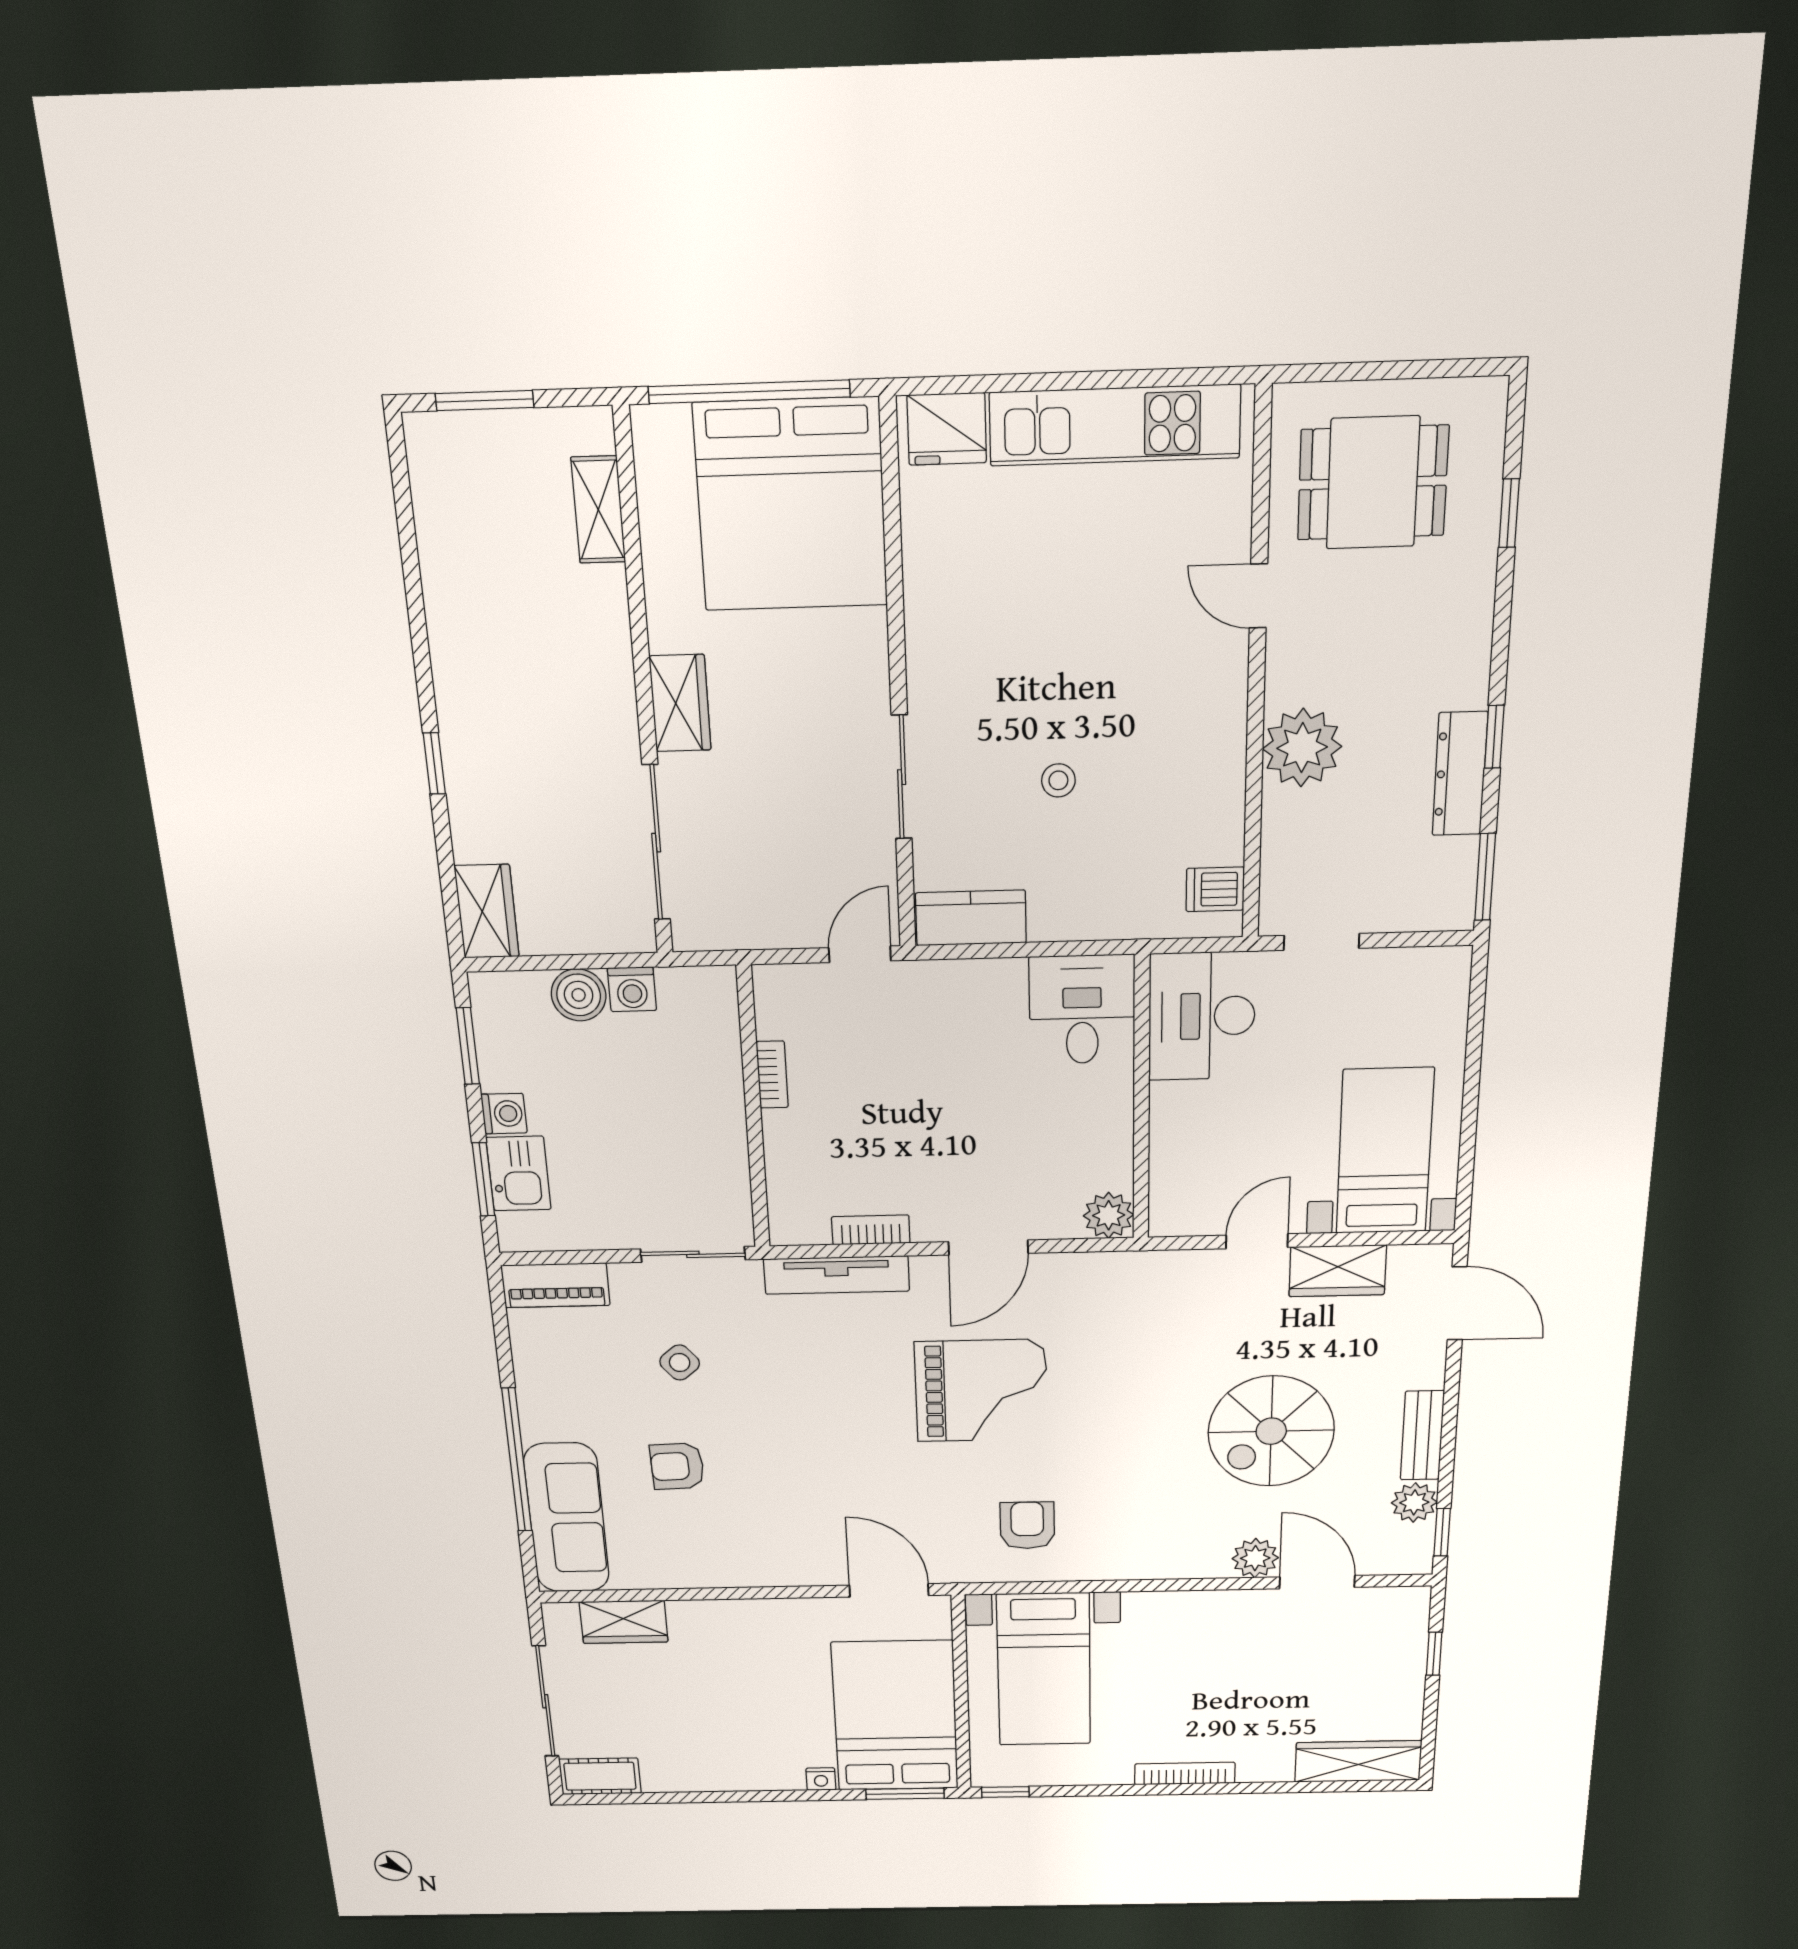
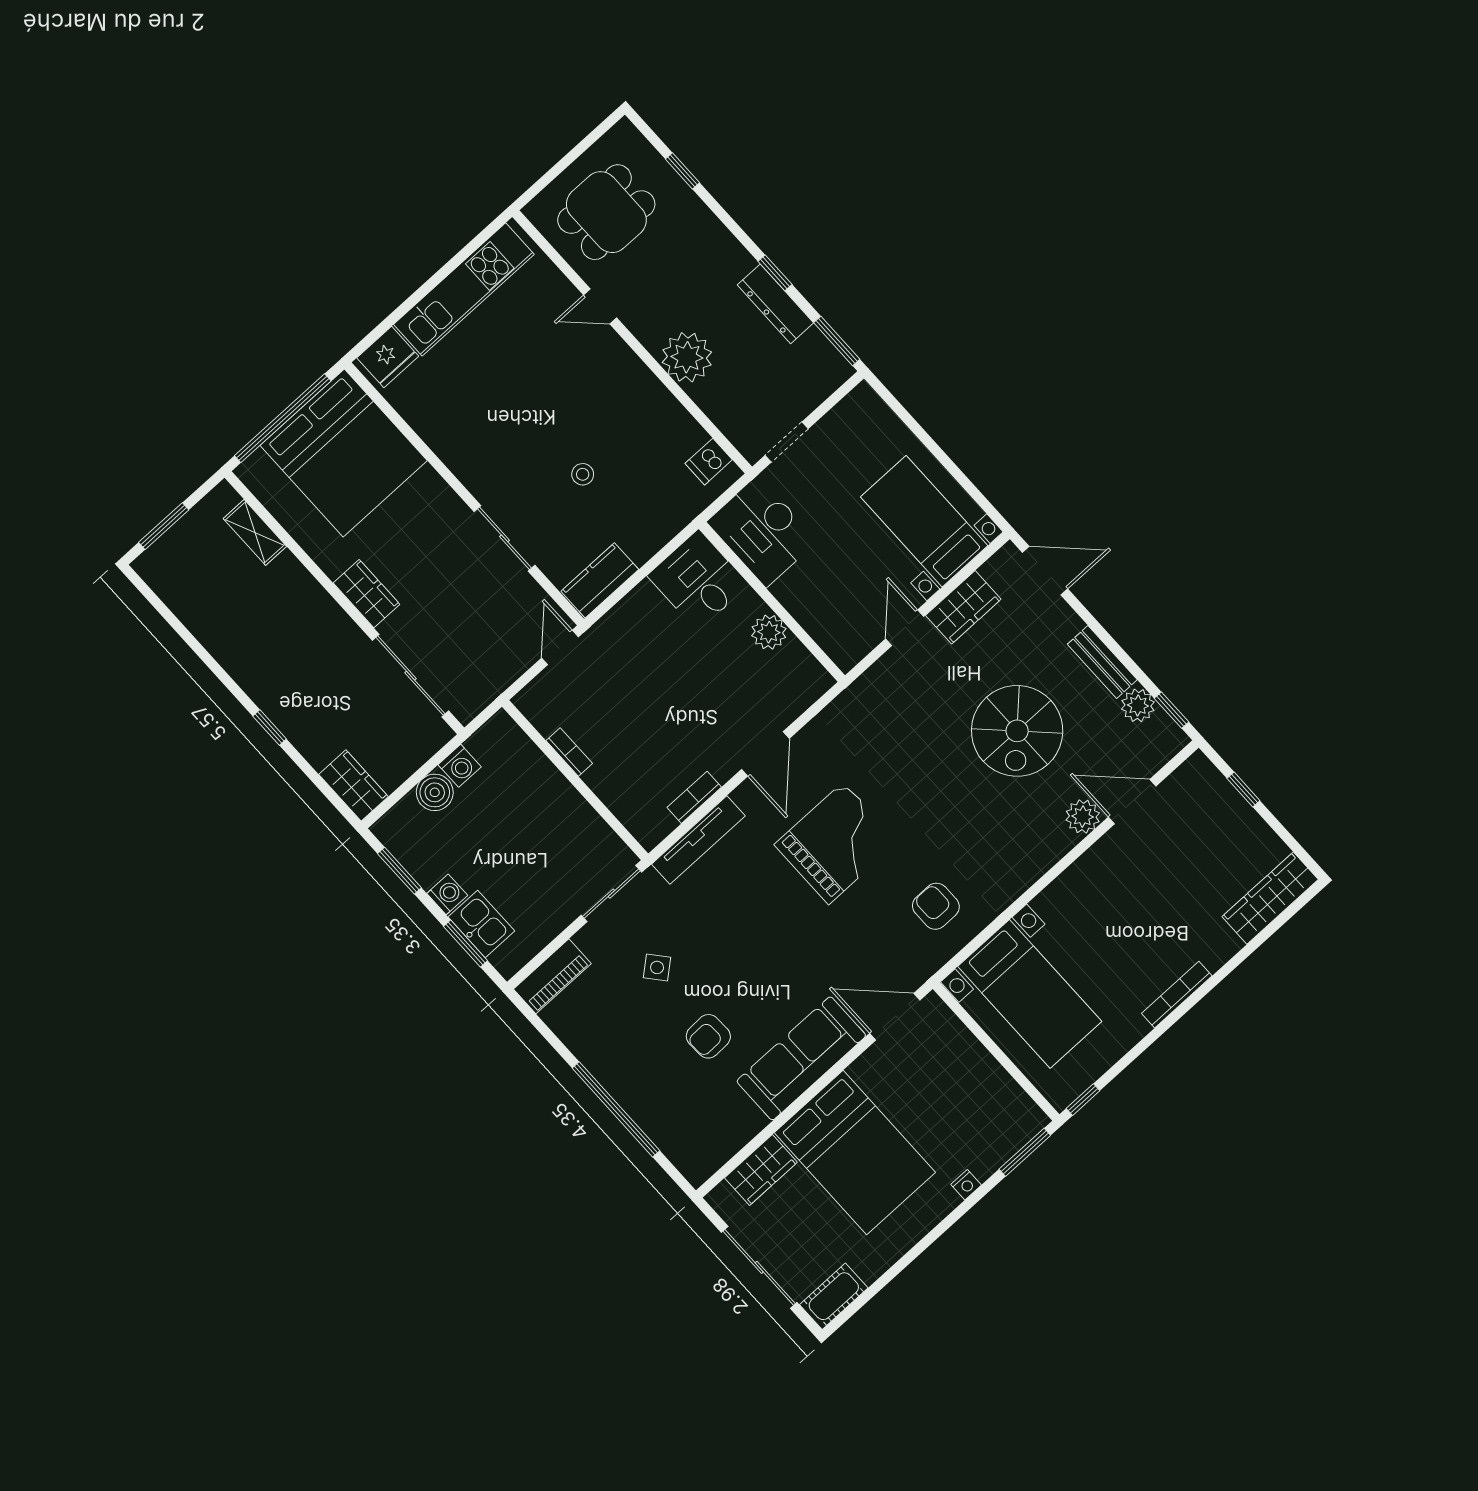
plant: (1109, 1215) -> (769, 632), moved
sofa: (567, 1518) -> (801, 1058), moved, turned -90
bed: (895, 1716) -> (855, 1152), moved, turned 180

